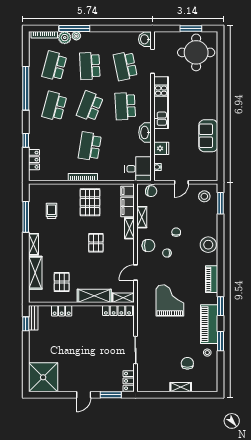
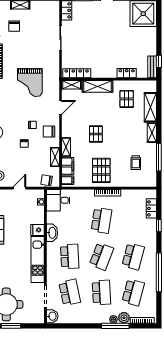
fridge: (161, 148) -> (37, 230), moved

